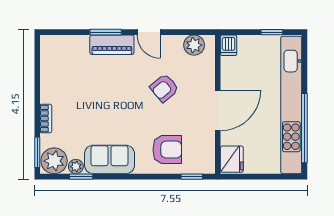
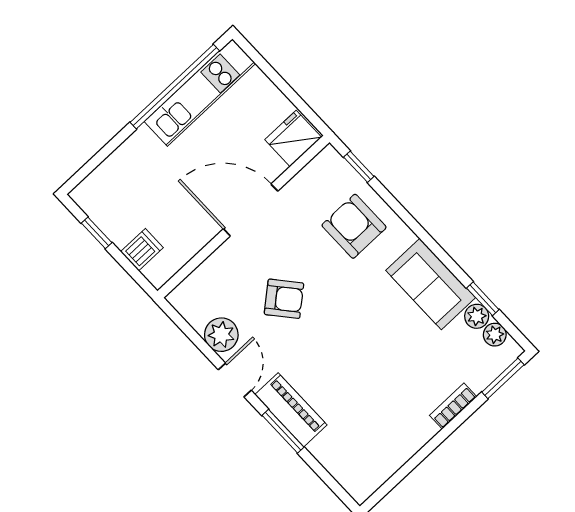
plant: (194, 45) -> (221, 335), moved
dishwasher: (229, 45) -> (142, 250), moved
kitchen unit: (291, 105) -> (200, 92), width x0.54
plant: (54, 161) -> (495, 335), width x0.53, depth x0.53

